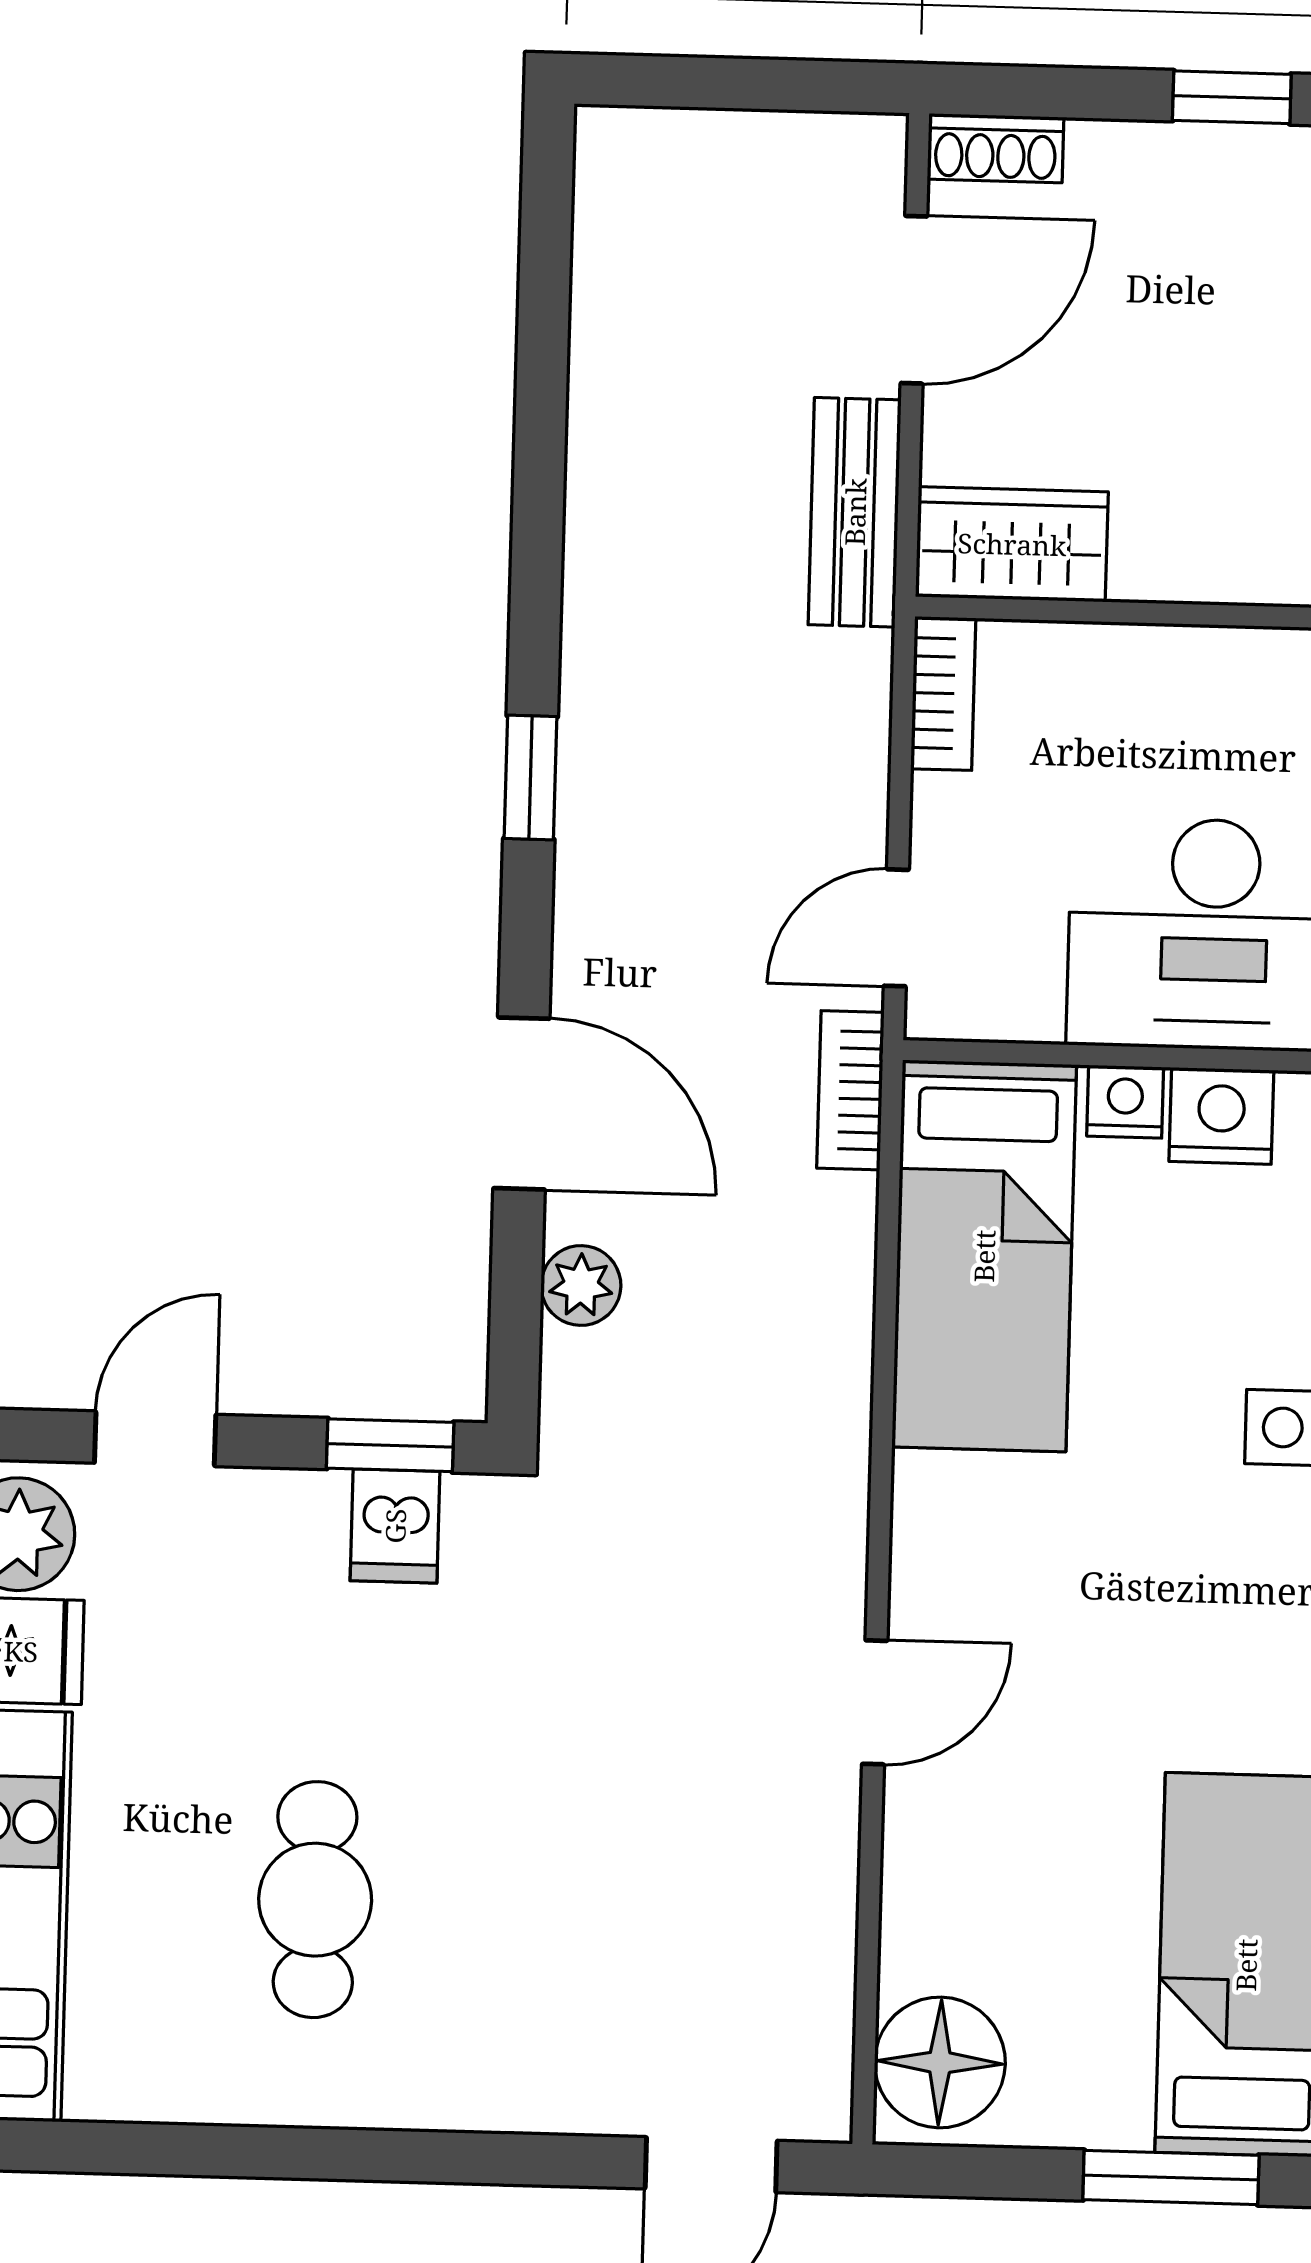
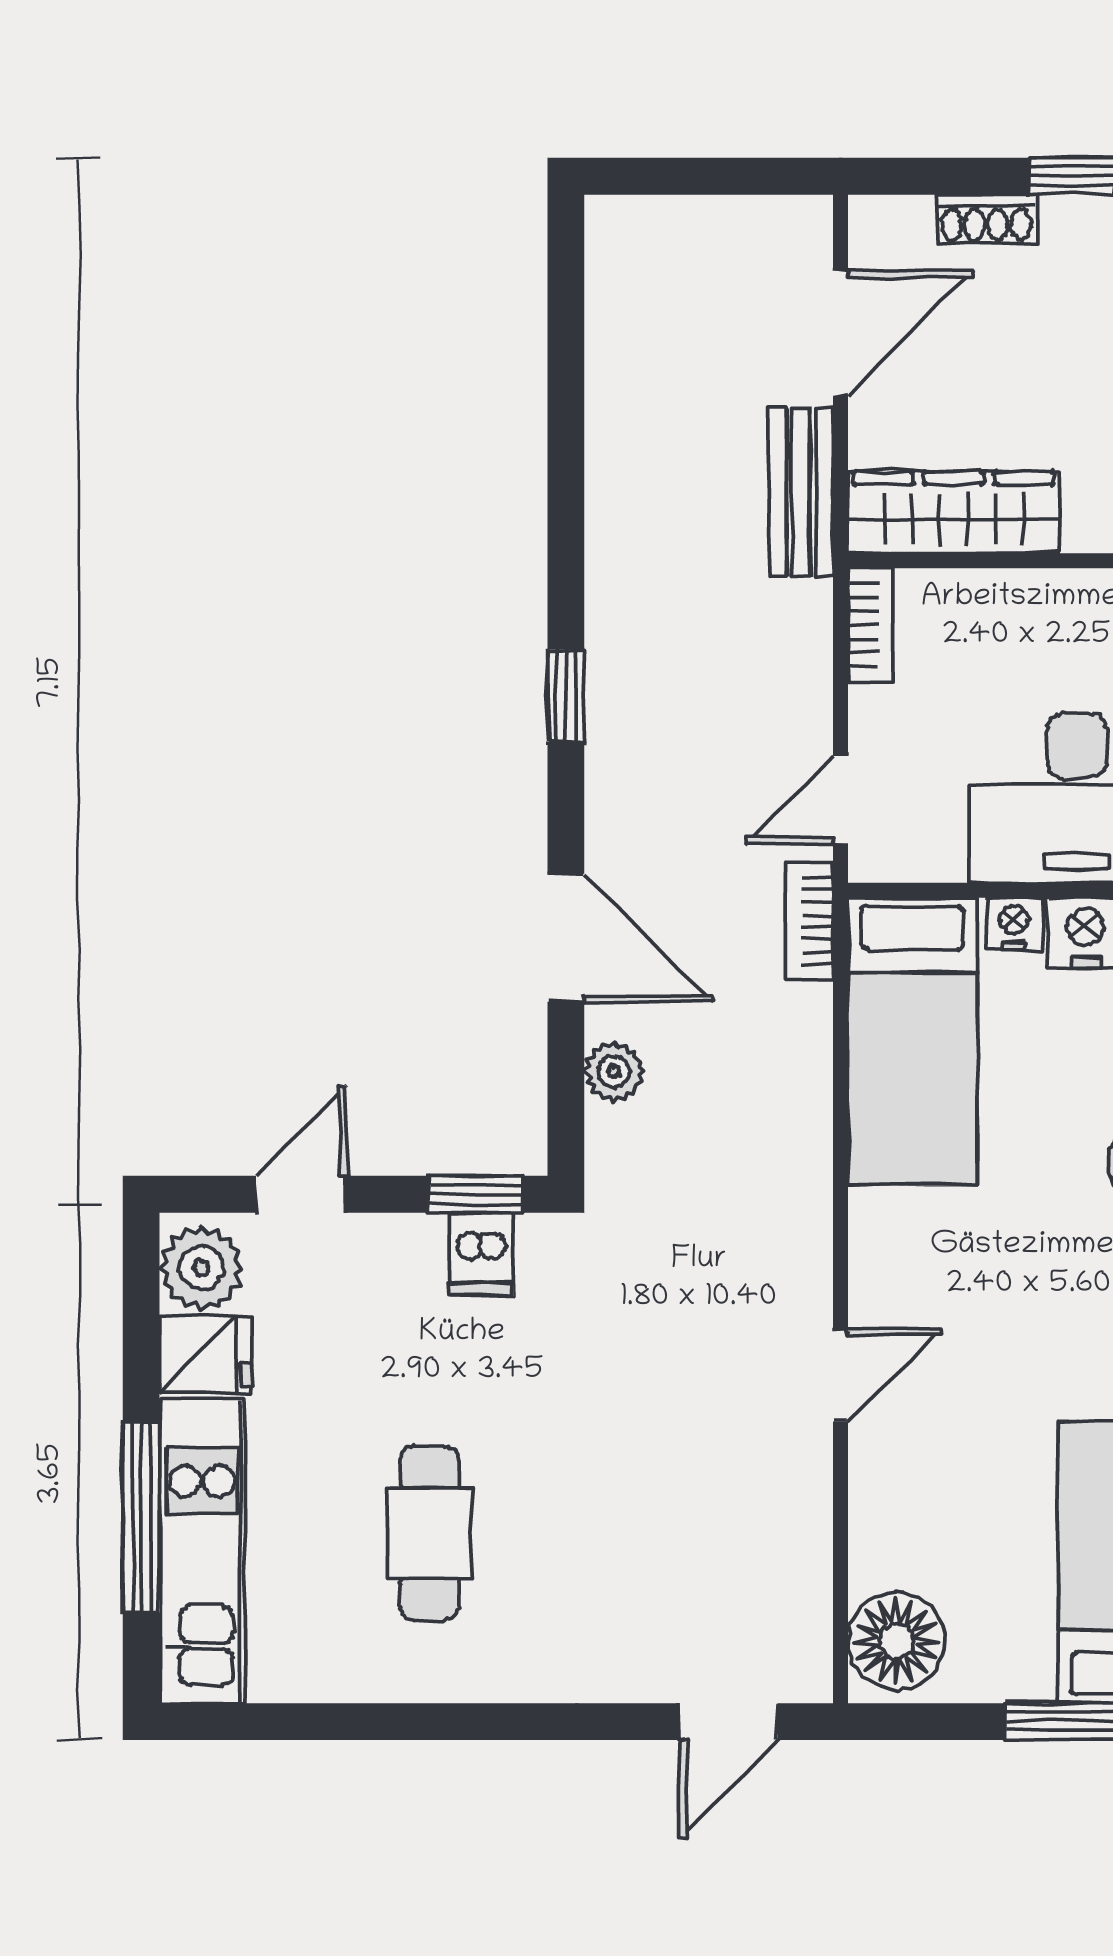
shoe rack: (996, 148) -> (986, 219), moved
wardrobe: (1012, 544) -> (954, 513), width x1.50

